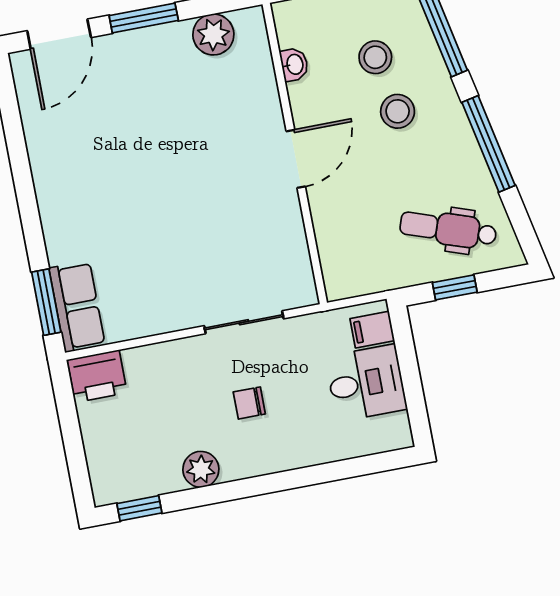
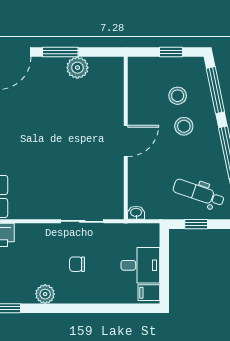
plant: (213, 35) -> (77, 68), moved
washbasin: (294, 64) -> (136, 213), moved, turned -90
filing cabinet: (372, 330) -> (149, 293), moved

